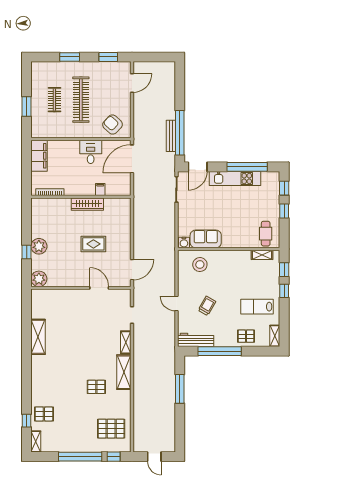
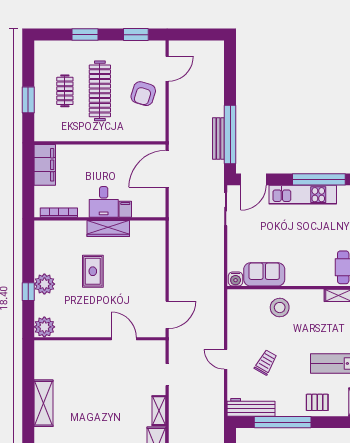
armchair: (113, 125) -> (143, 94), moved, turned -116
desk: (91, 152) -> (104, 202), moved, turned 180
rug: (93, 244) -> (93, 271), moved, turned 90
stool: (200, 265) -> (280, 308), moved

